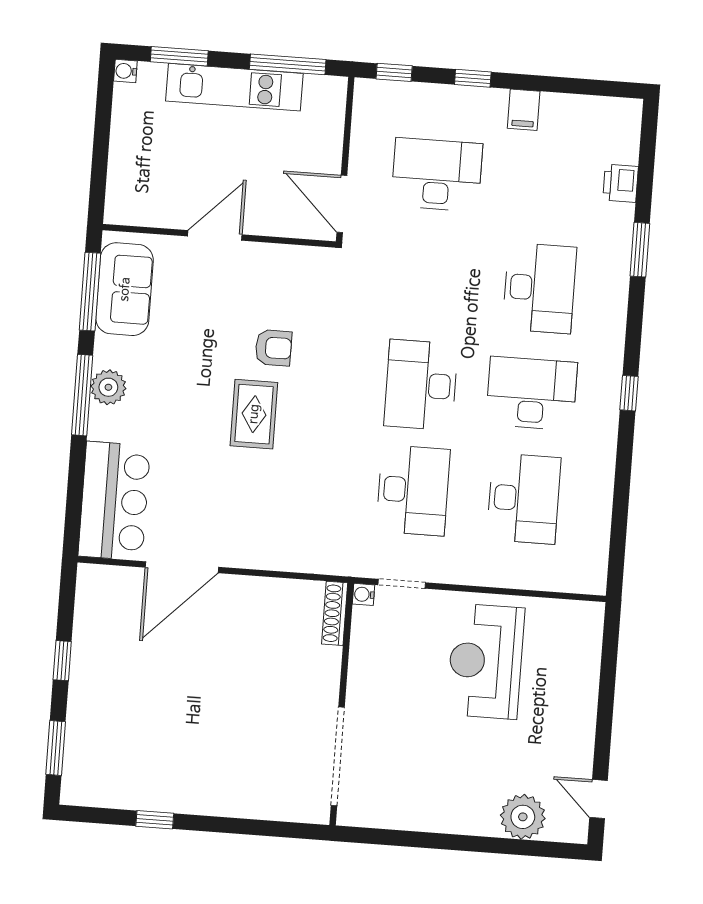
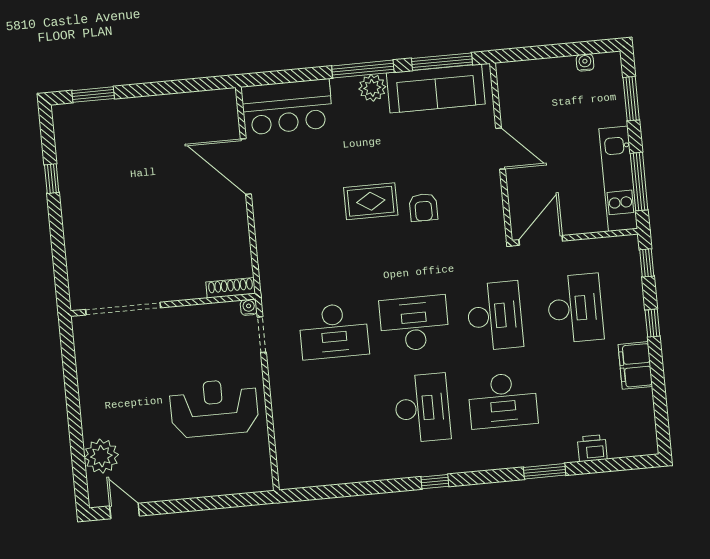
water cooler: (125, 71) -> (585, 63), moved
kitchen unit: (234, 87) -> (618, 179), moved
filing cabinet: (524, 110) -> (635, 365), width x2.00
sofa: (125, 289) -> (436, 89), width x1.36
desk: (524, 499) -> (495, 316), moved, turned -90
window: (62, 661) -> (160, 88), removed
door: (599, 799) -> (125, 511), hinge flipped

